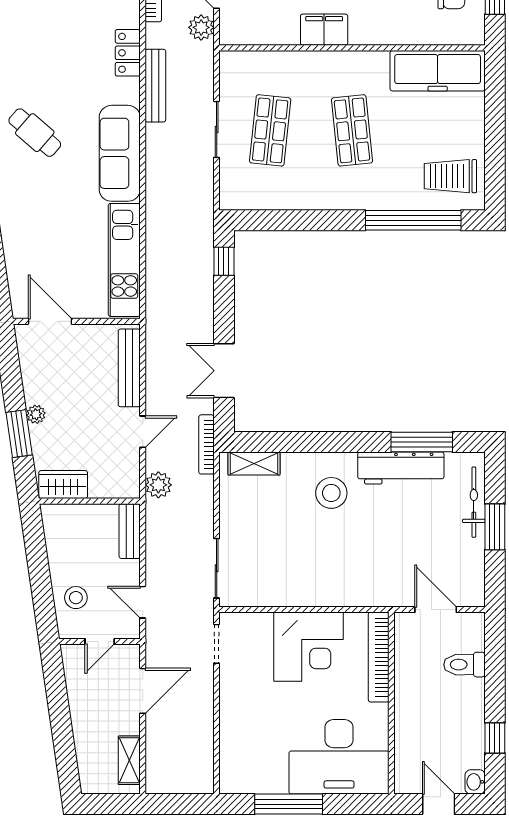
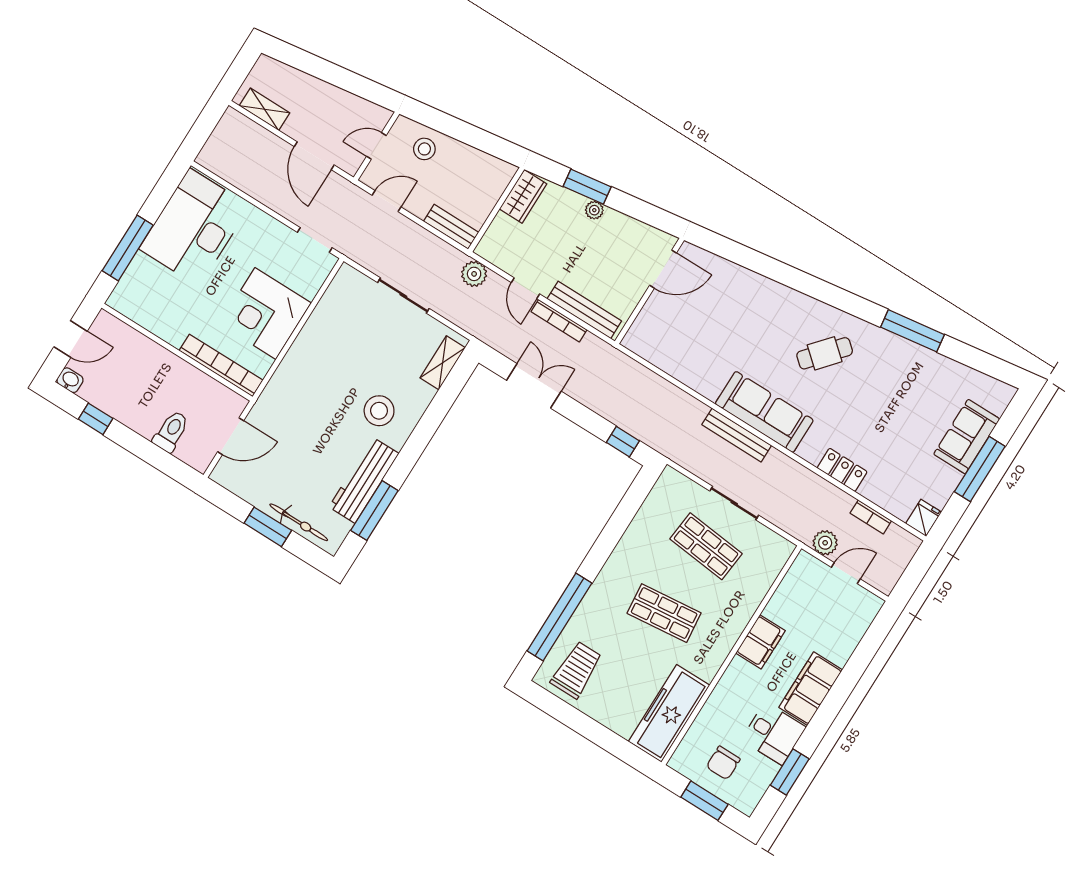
bench: (155, 86) -> (737, 435), moved
kitchen unit: (124, 260) -> (675, 361), removed
bookcase: (206, 444) -> (559, 321), moved, turned 180
sliding door: (217, 568) -> (403, 296), moved
door: (100, 641) -> (376, 146), hinge flipped
desk: (339, 757) -> (194, 227), moved
window: (289, 804) -> (128, 248), moved

